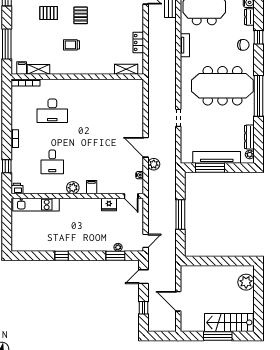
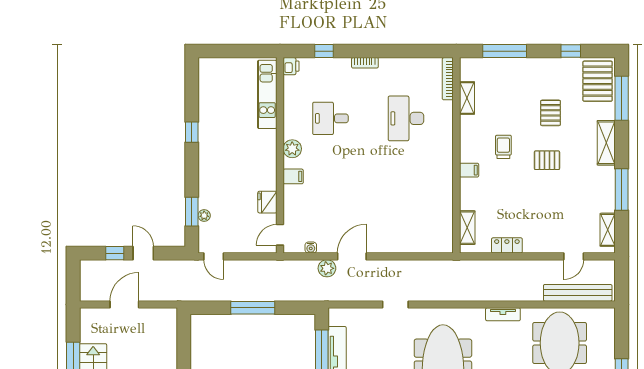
filing cabinet: (22, 68) -> (469, 170), moved
door: (143, 277) -> (143, 253), moved

